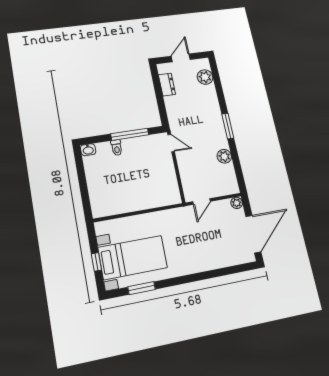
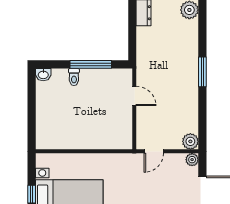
door: (171, 143) -> (134, 96), moved
plant: (224, 156) -> (190, 141), moved

